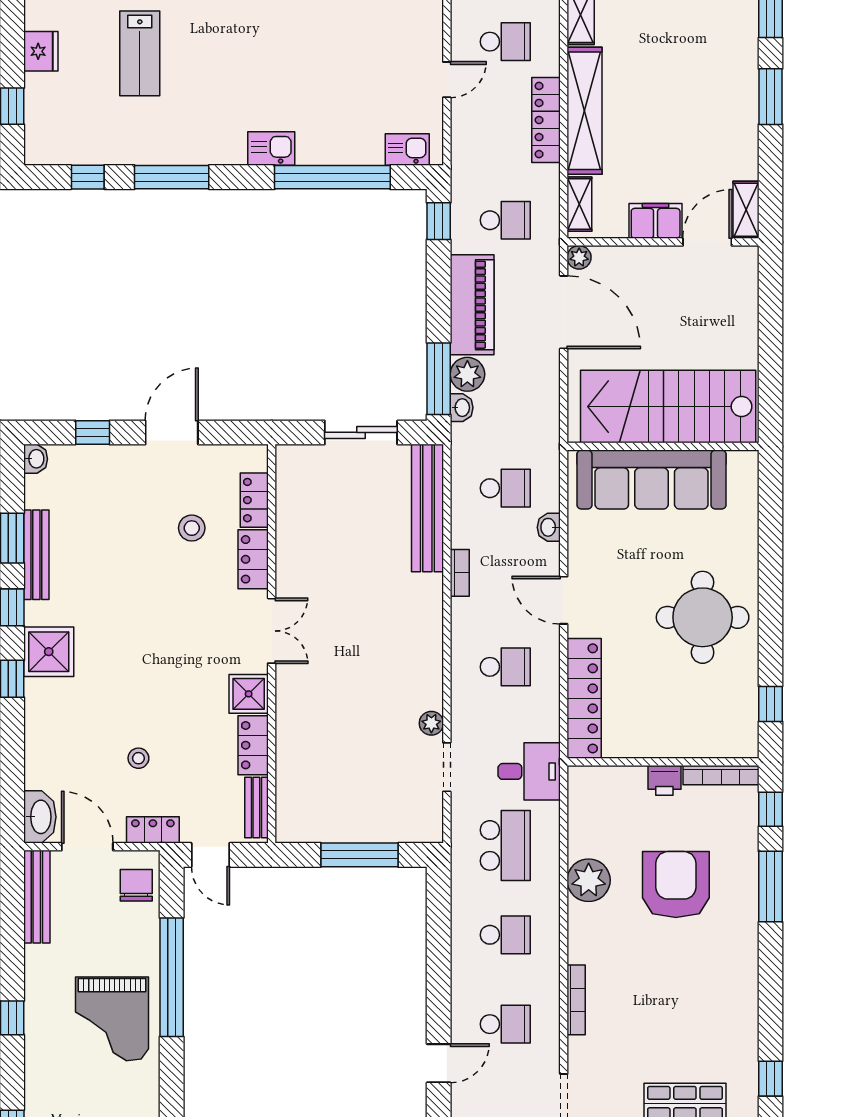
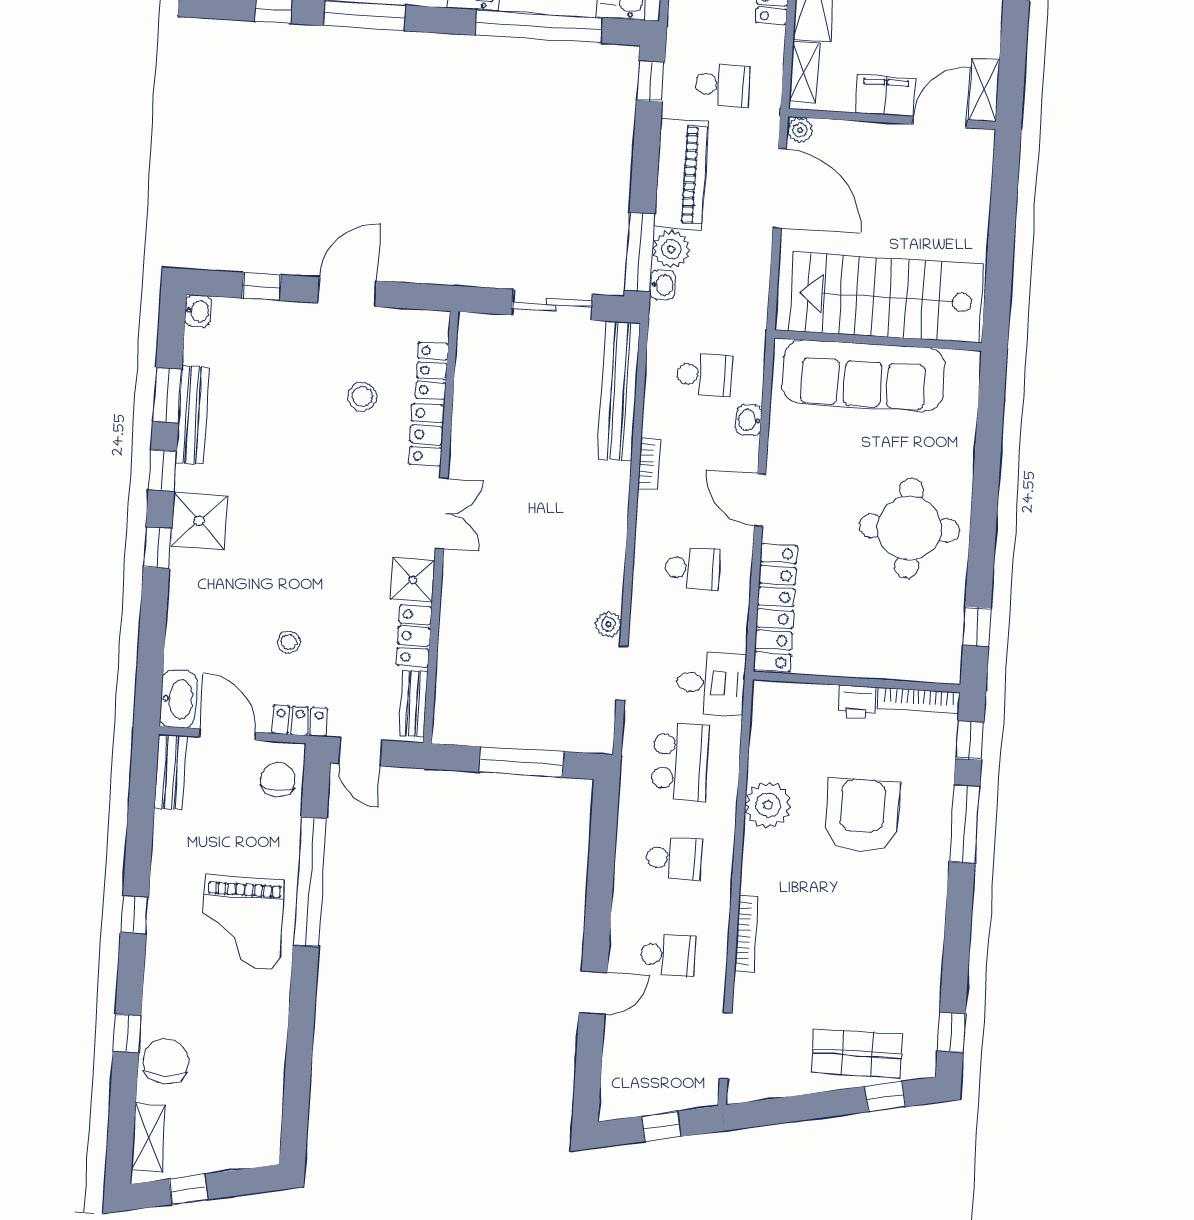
bench: (37, 897) -> (170, 772), width x0.73

